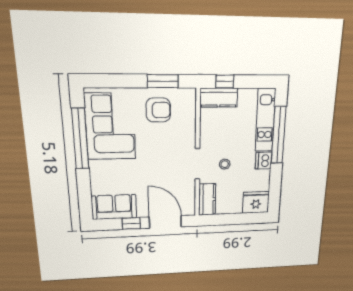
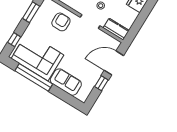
window: (111, 81) -> (14, 40), added
armchair: (158, 110) -> (61, 22), moved
sofa: (114, 207) -> (66, 82), moved, turned 90

